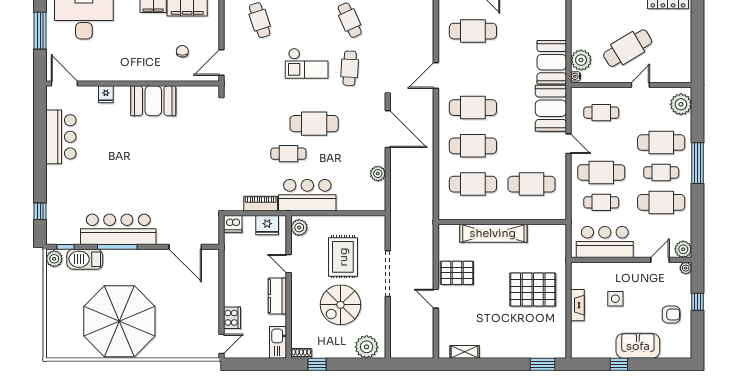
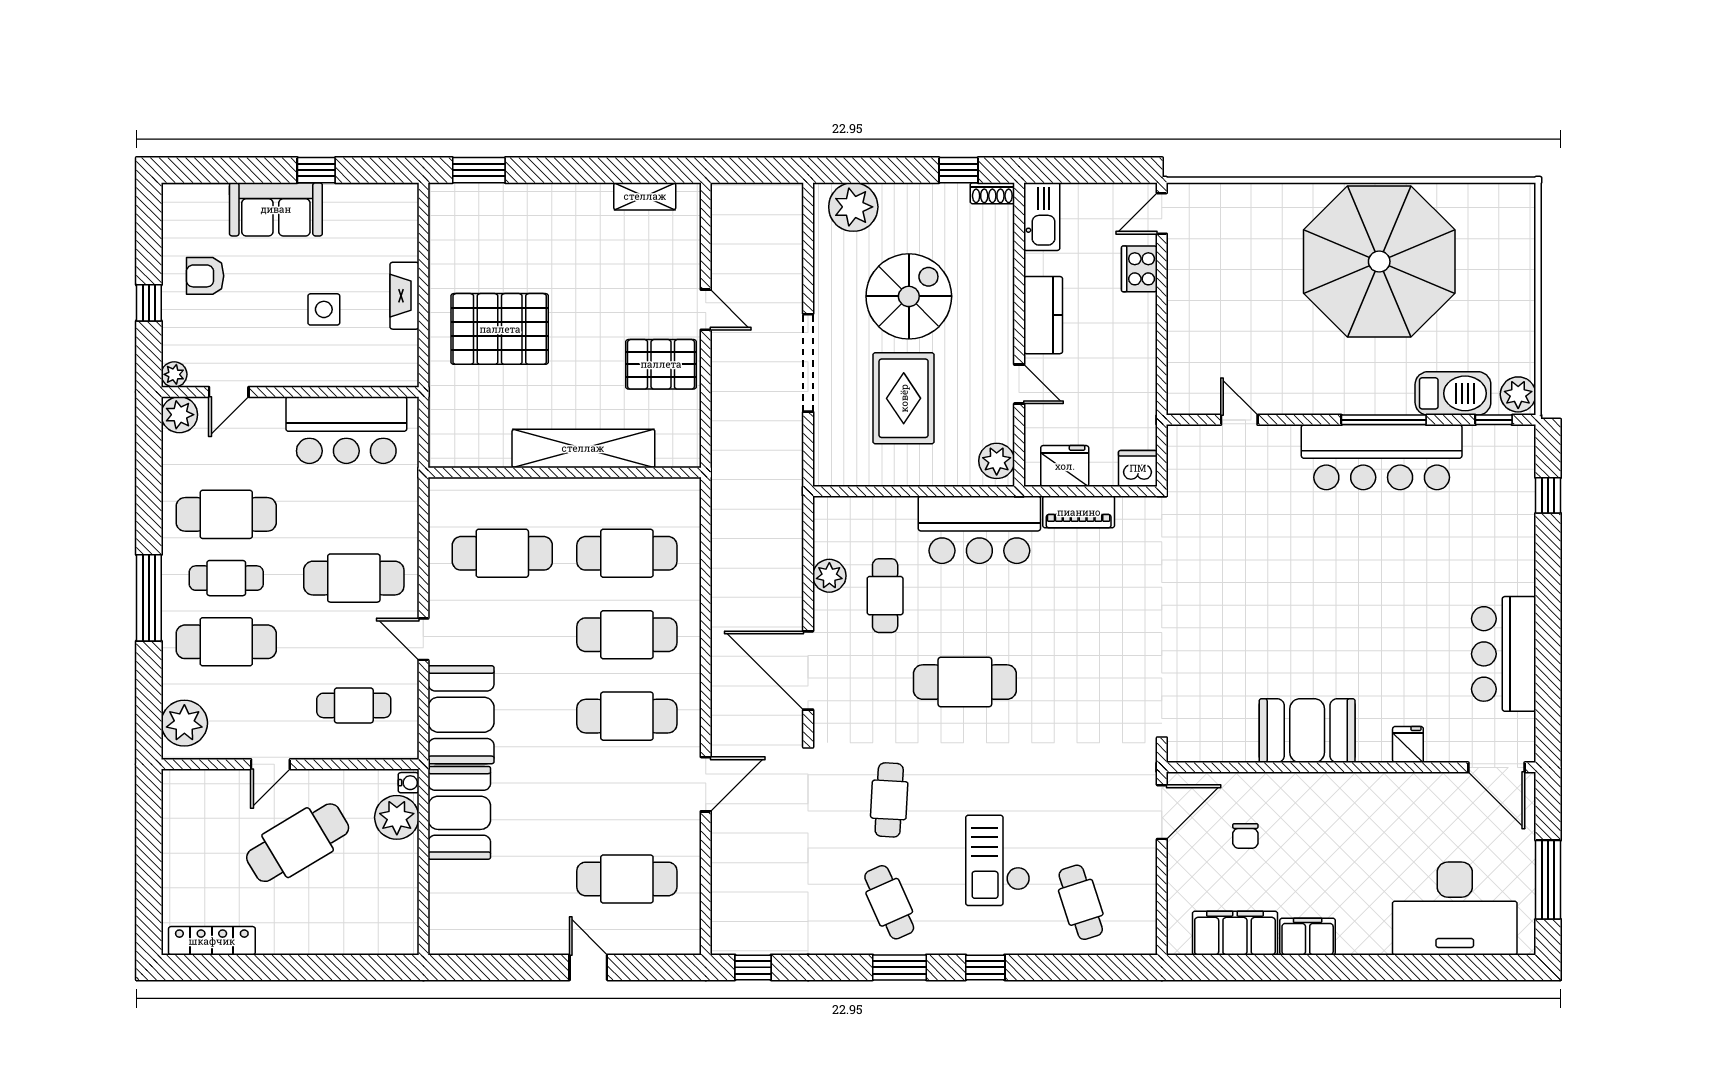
checkout: (307, 63) -> (998, 860), moved, turned -90
cafe table: (288, 154) -> (885, 596), moved, turned 90
cafe table: (601, 202) -> (354, 514), removed
door: (185, 247) -> (1239, 420), width x0.53

